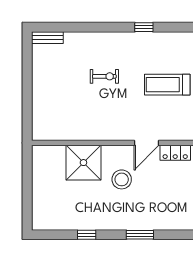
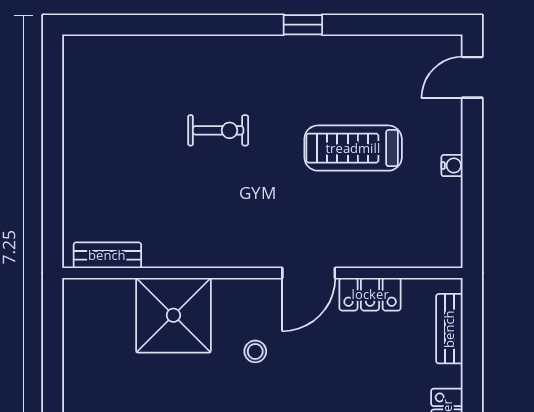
bench: (47, 38) -> (107, 255), moved
stool: (122, 179) -> (255, 351), width x0.53, depth x0.53

